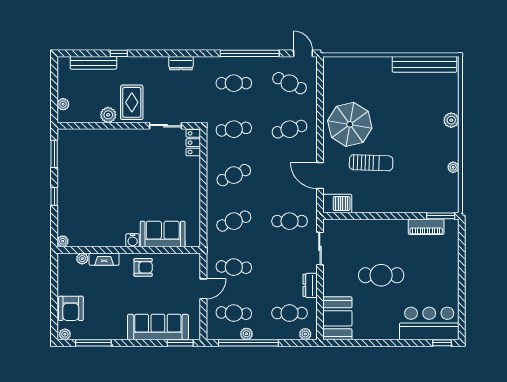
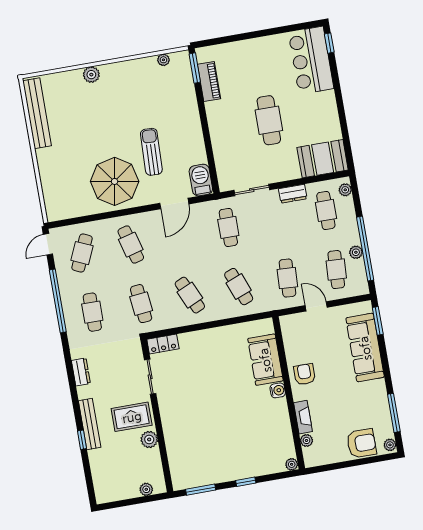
bench: (93, 63) -> (90, 424), moved
plant: (453, 167) -> (163, 60), moved

